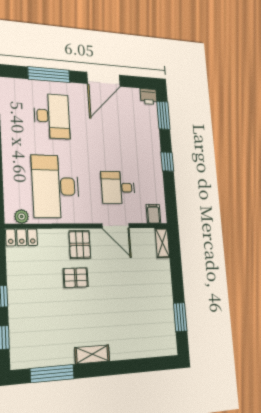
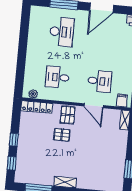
desk: (56, 186) -> (57, 77), width x0.53, depth x0.77
desk: (118, 188) -> (100, 81), turned 180
locker: (22, 237) -> (37, 107), width x1.53

